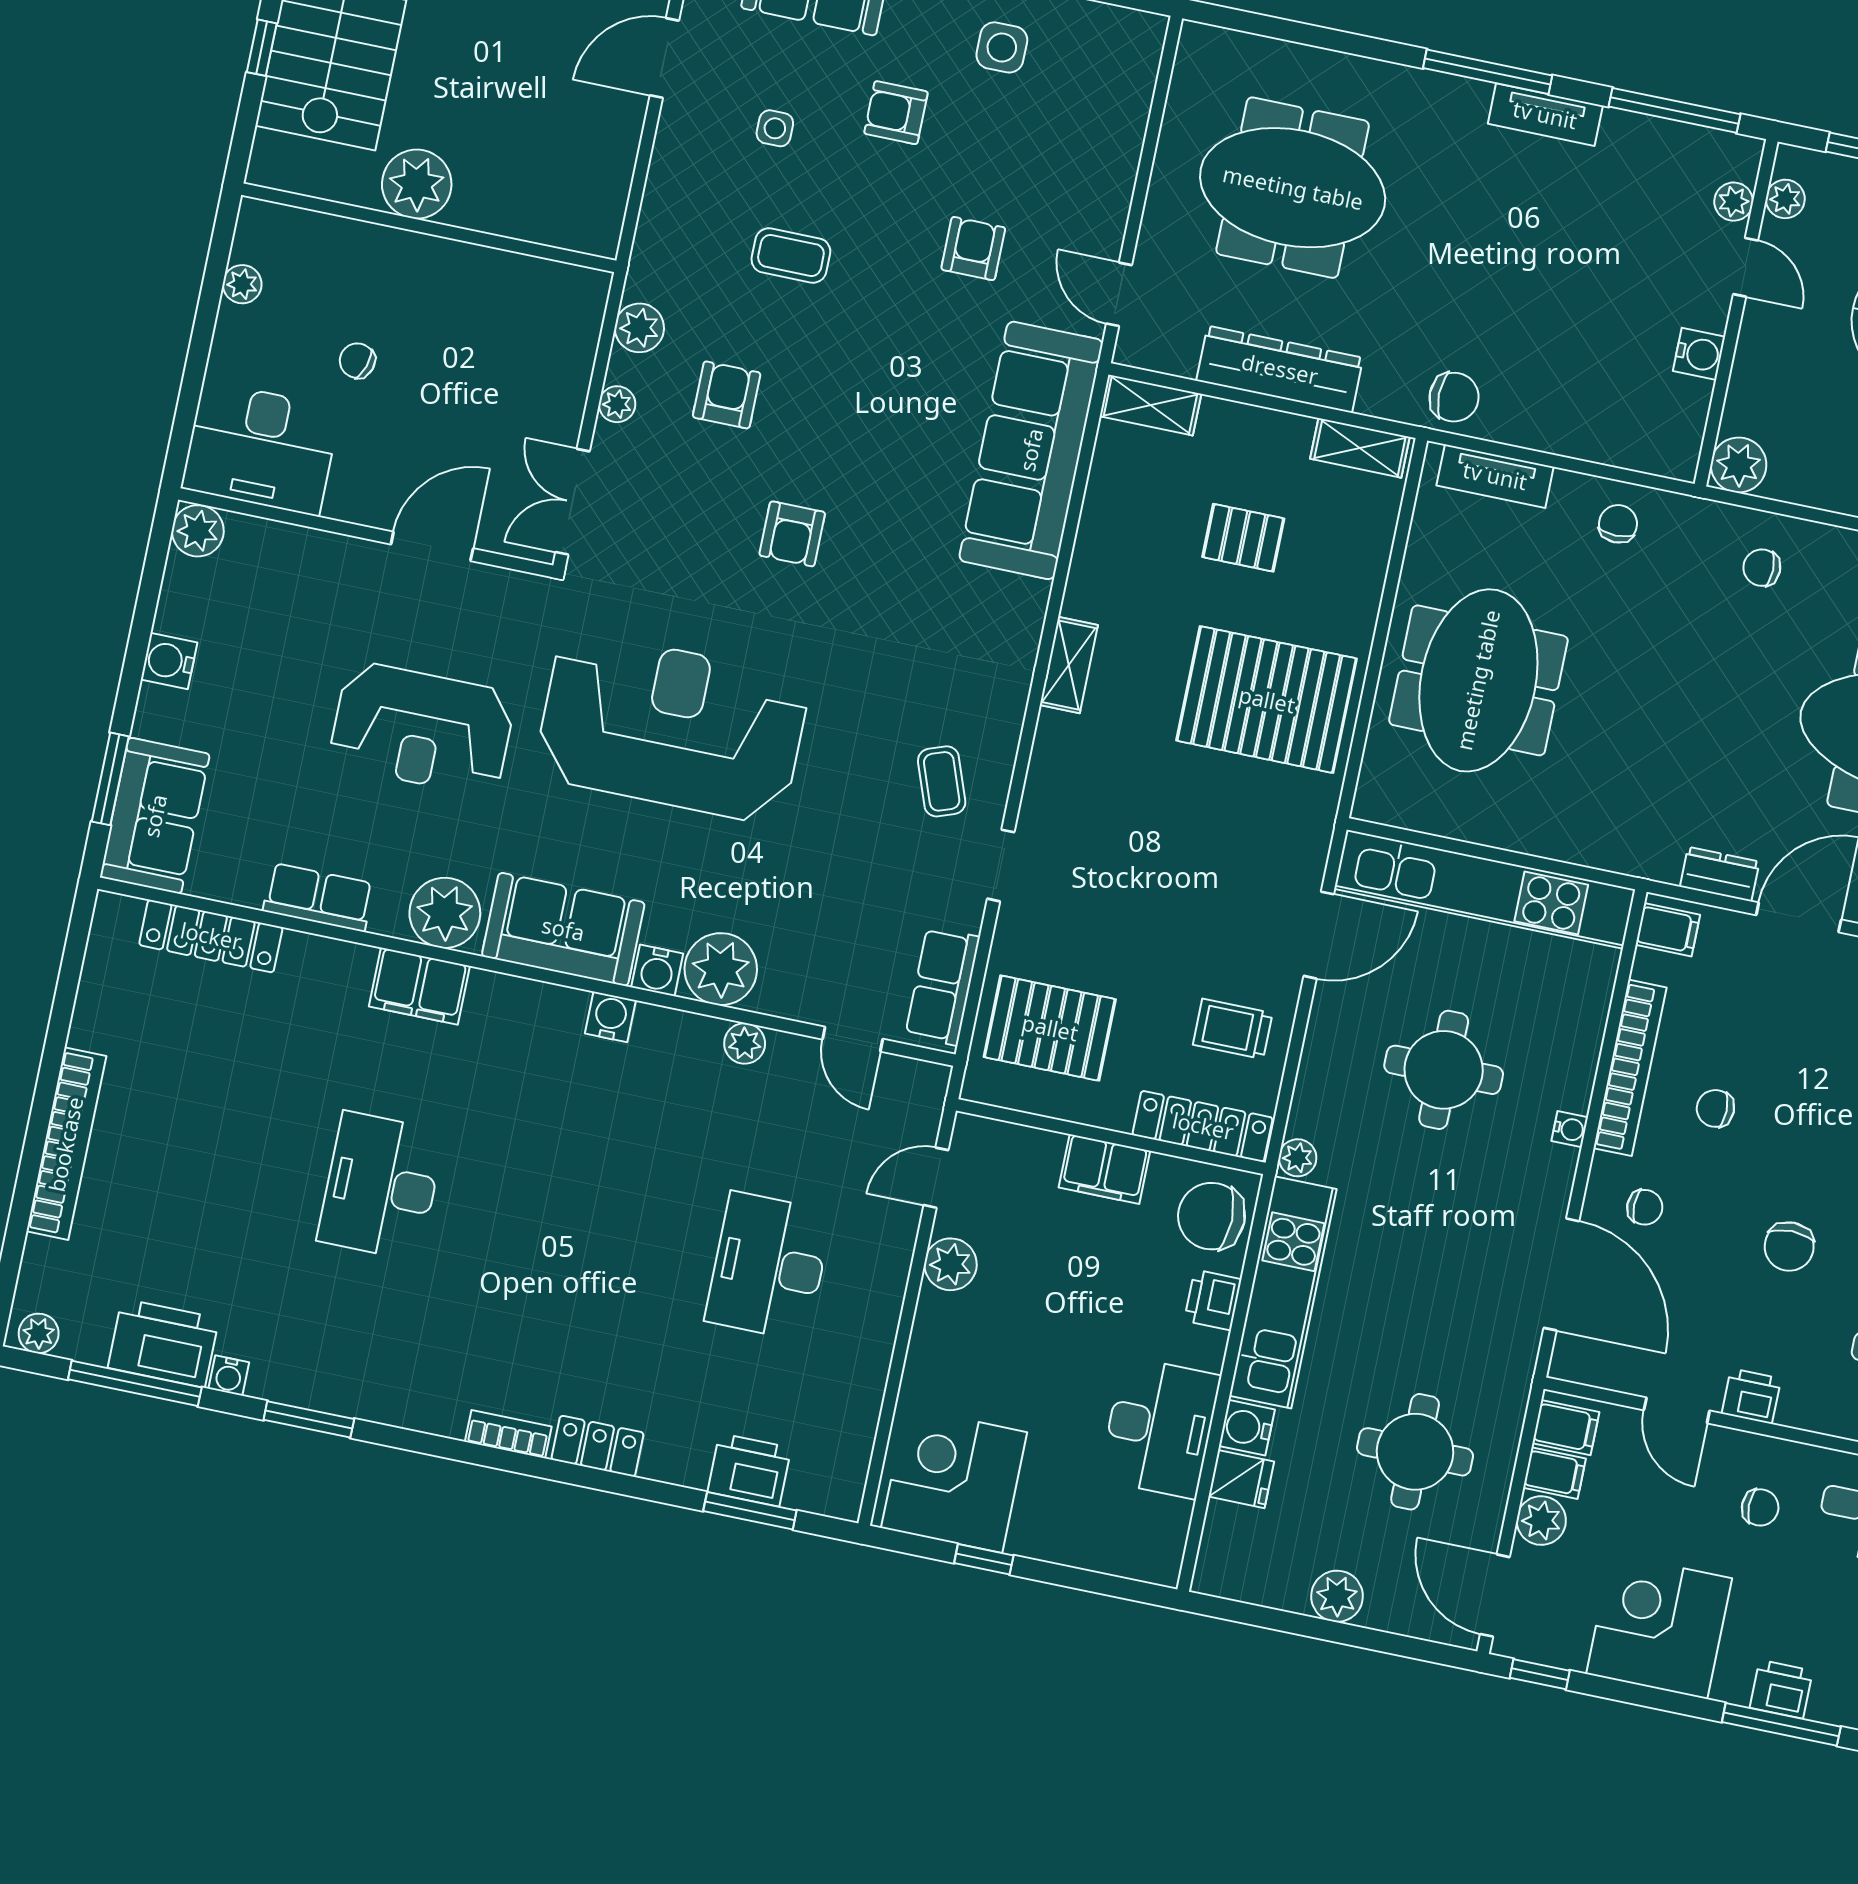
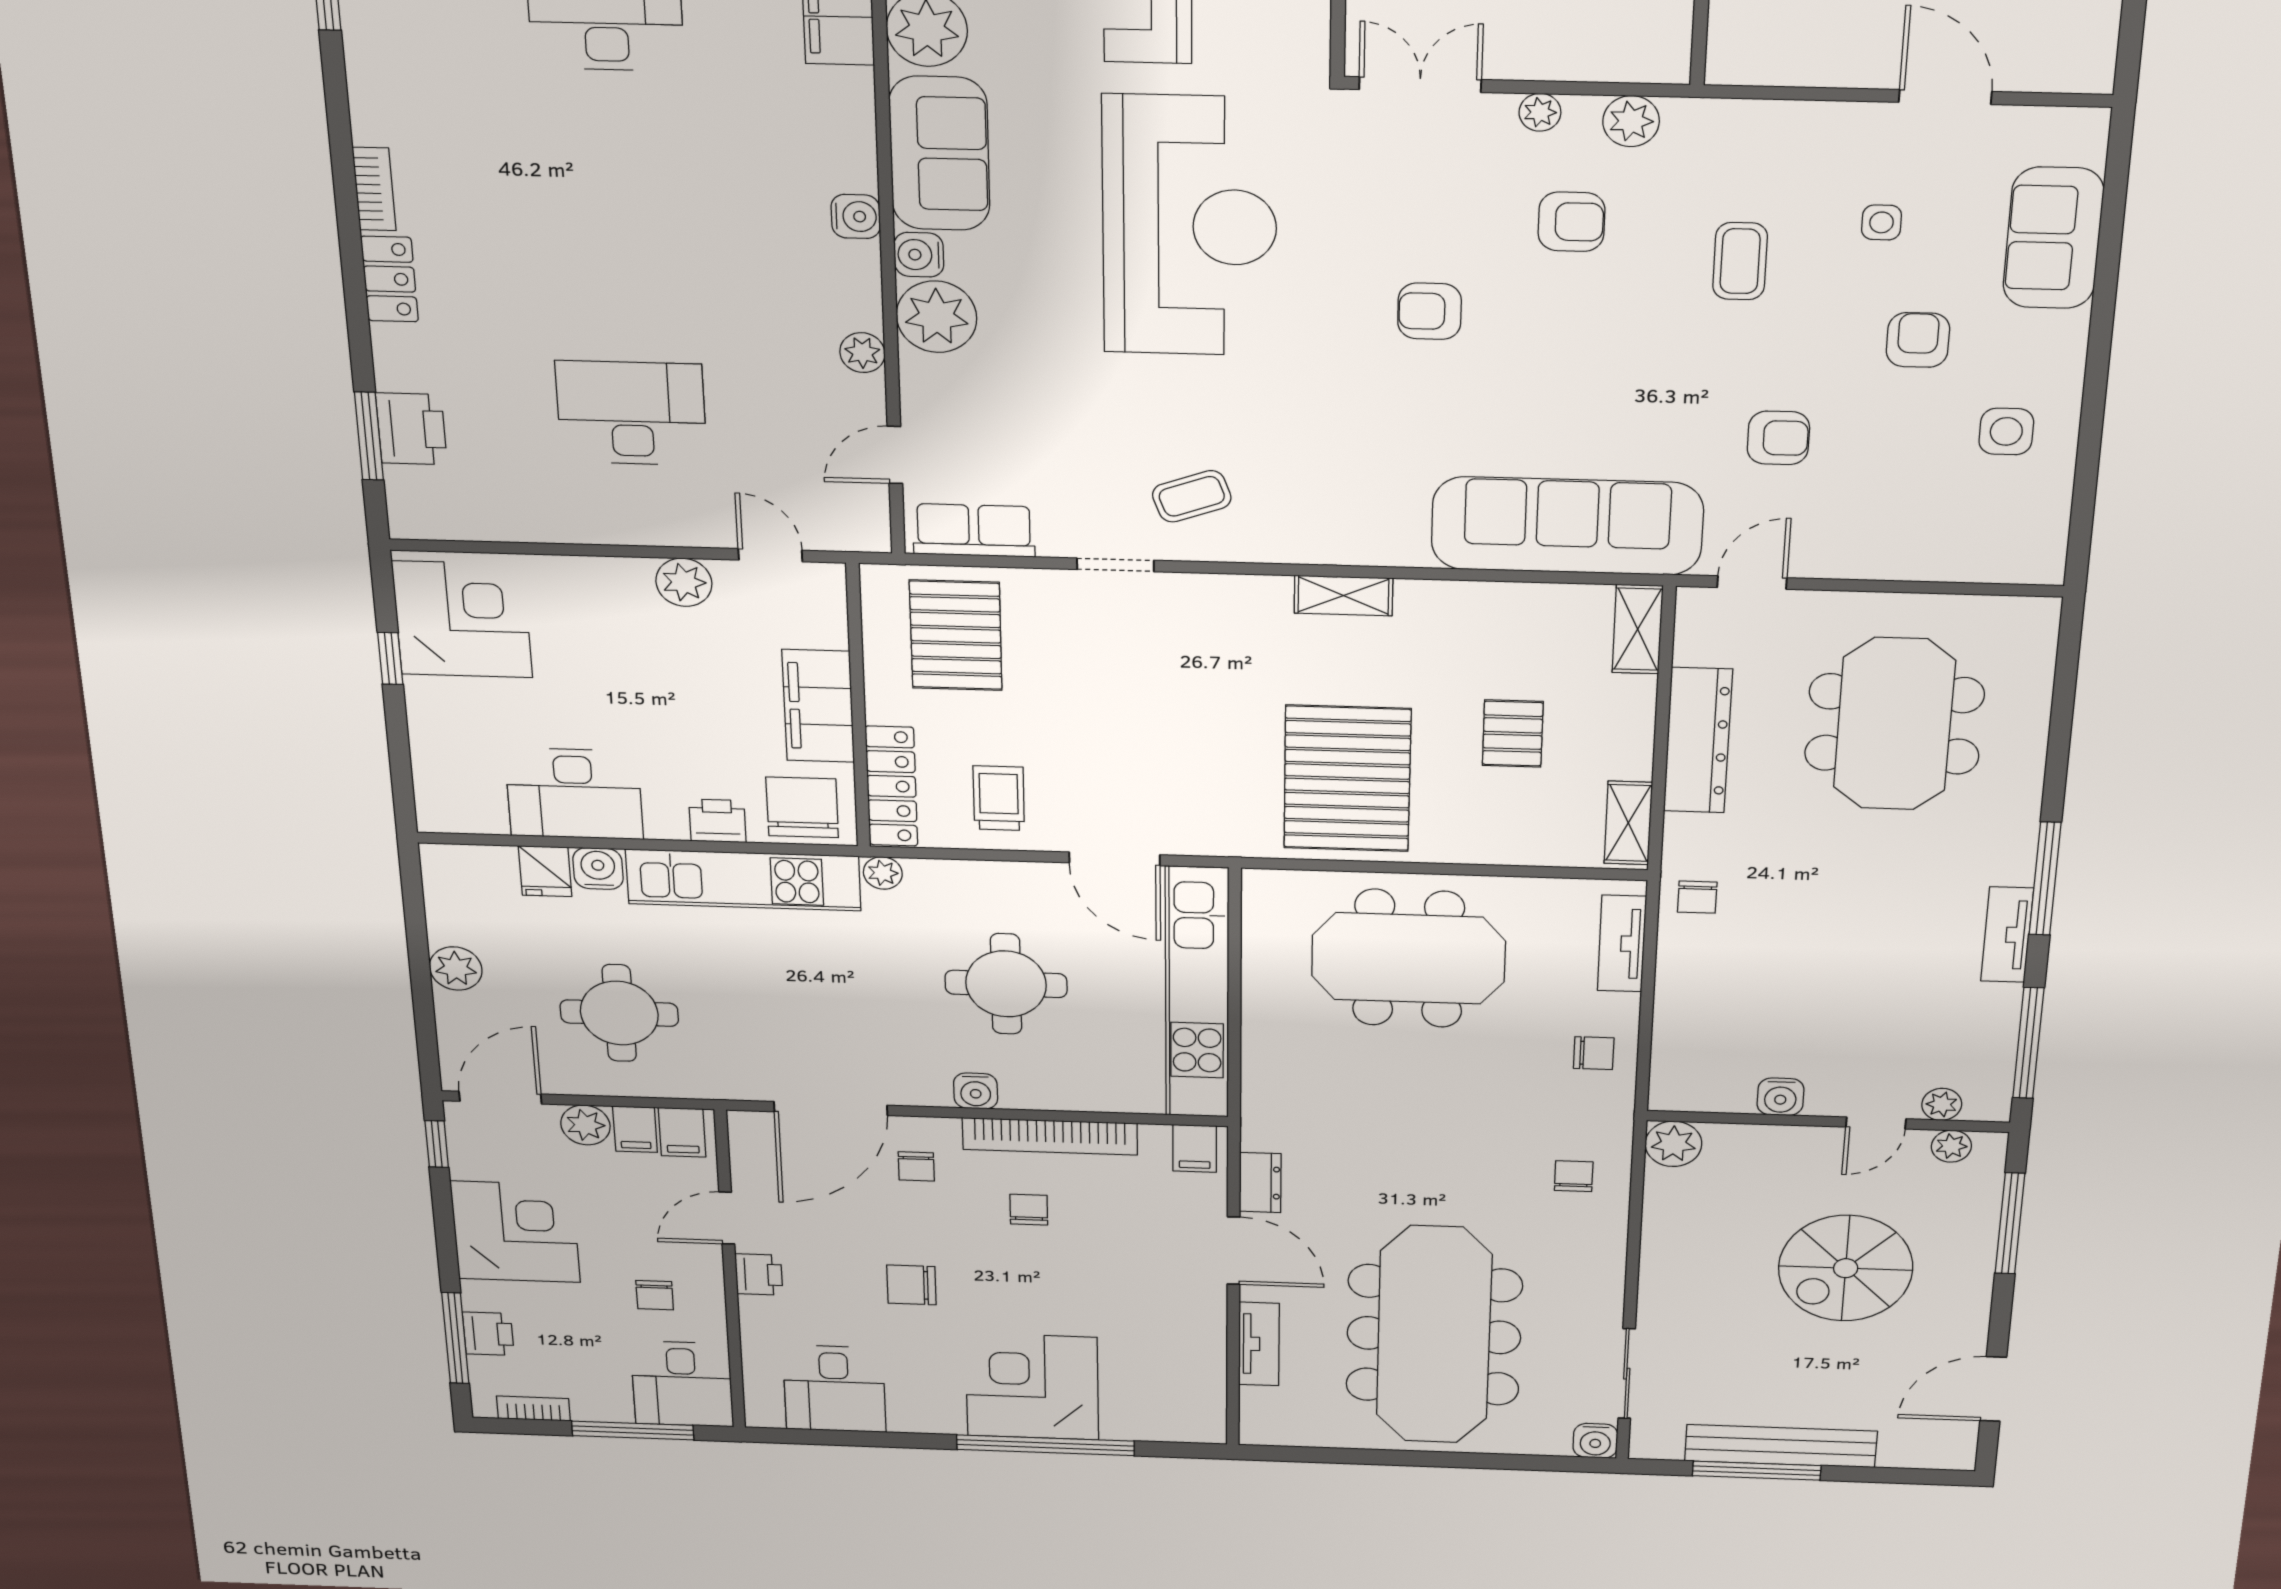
chair: (1454, 397) -> (1697, 897), width x0.73, depth x0.73
water cooler: (1570, 1129) -> (976, 1091), width x1.38, depth x1.38
filing cabinet: (1104, 1169) -> (818, 706), width x1.50, depth x1.17

